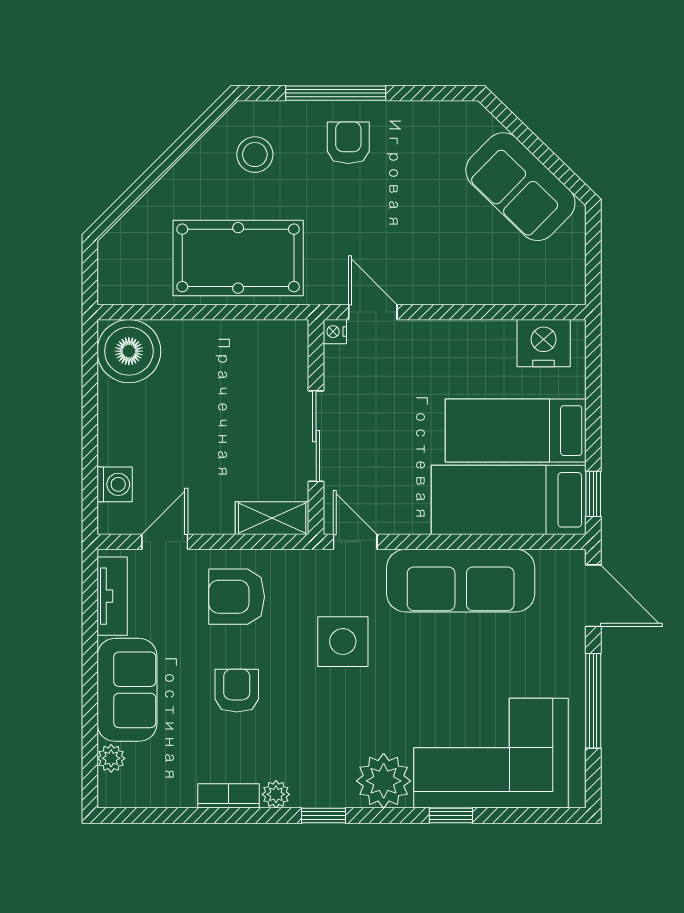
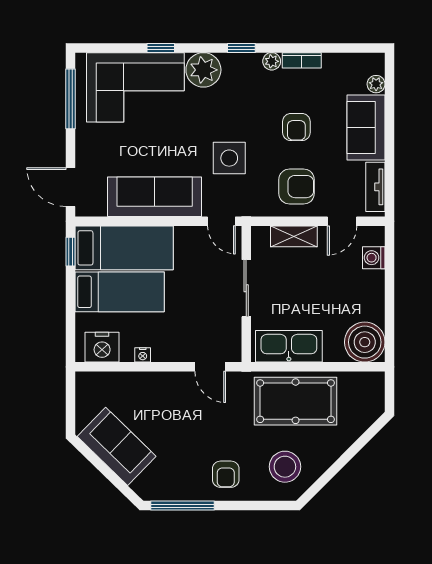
window: (336, 93) -> (183, 506), moved
stool: (255, 155) -> (285, 467), width x1.38, depth x1.38
nightstand: (335, 332) -> (143, 355), moved, turned 90
kitchen sink: (249, 344) -> (289, 346), added
shelving: (272, 518) -> (294, 236), moved
window: (593, 701) -> (71, 99), moved

